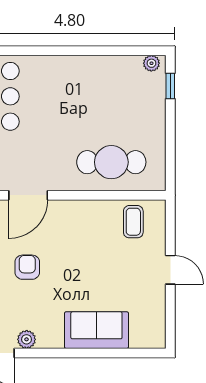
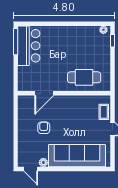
coffee table: (133, 222) -> (104, 112), moved
sofa: (96, 330) -> (77, 156), width x1.85, depth x1.27

